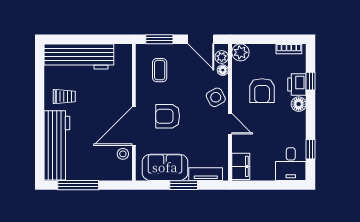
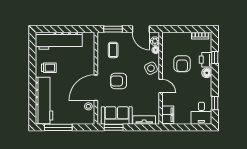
plant: (240, 52) -> (168, 38), removed
window: (184, 185) -> (114, 127), moved

